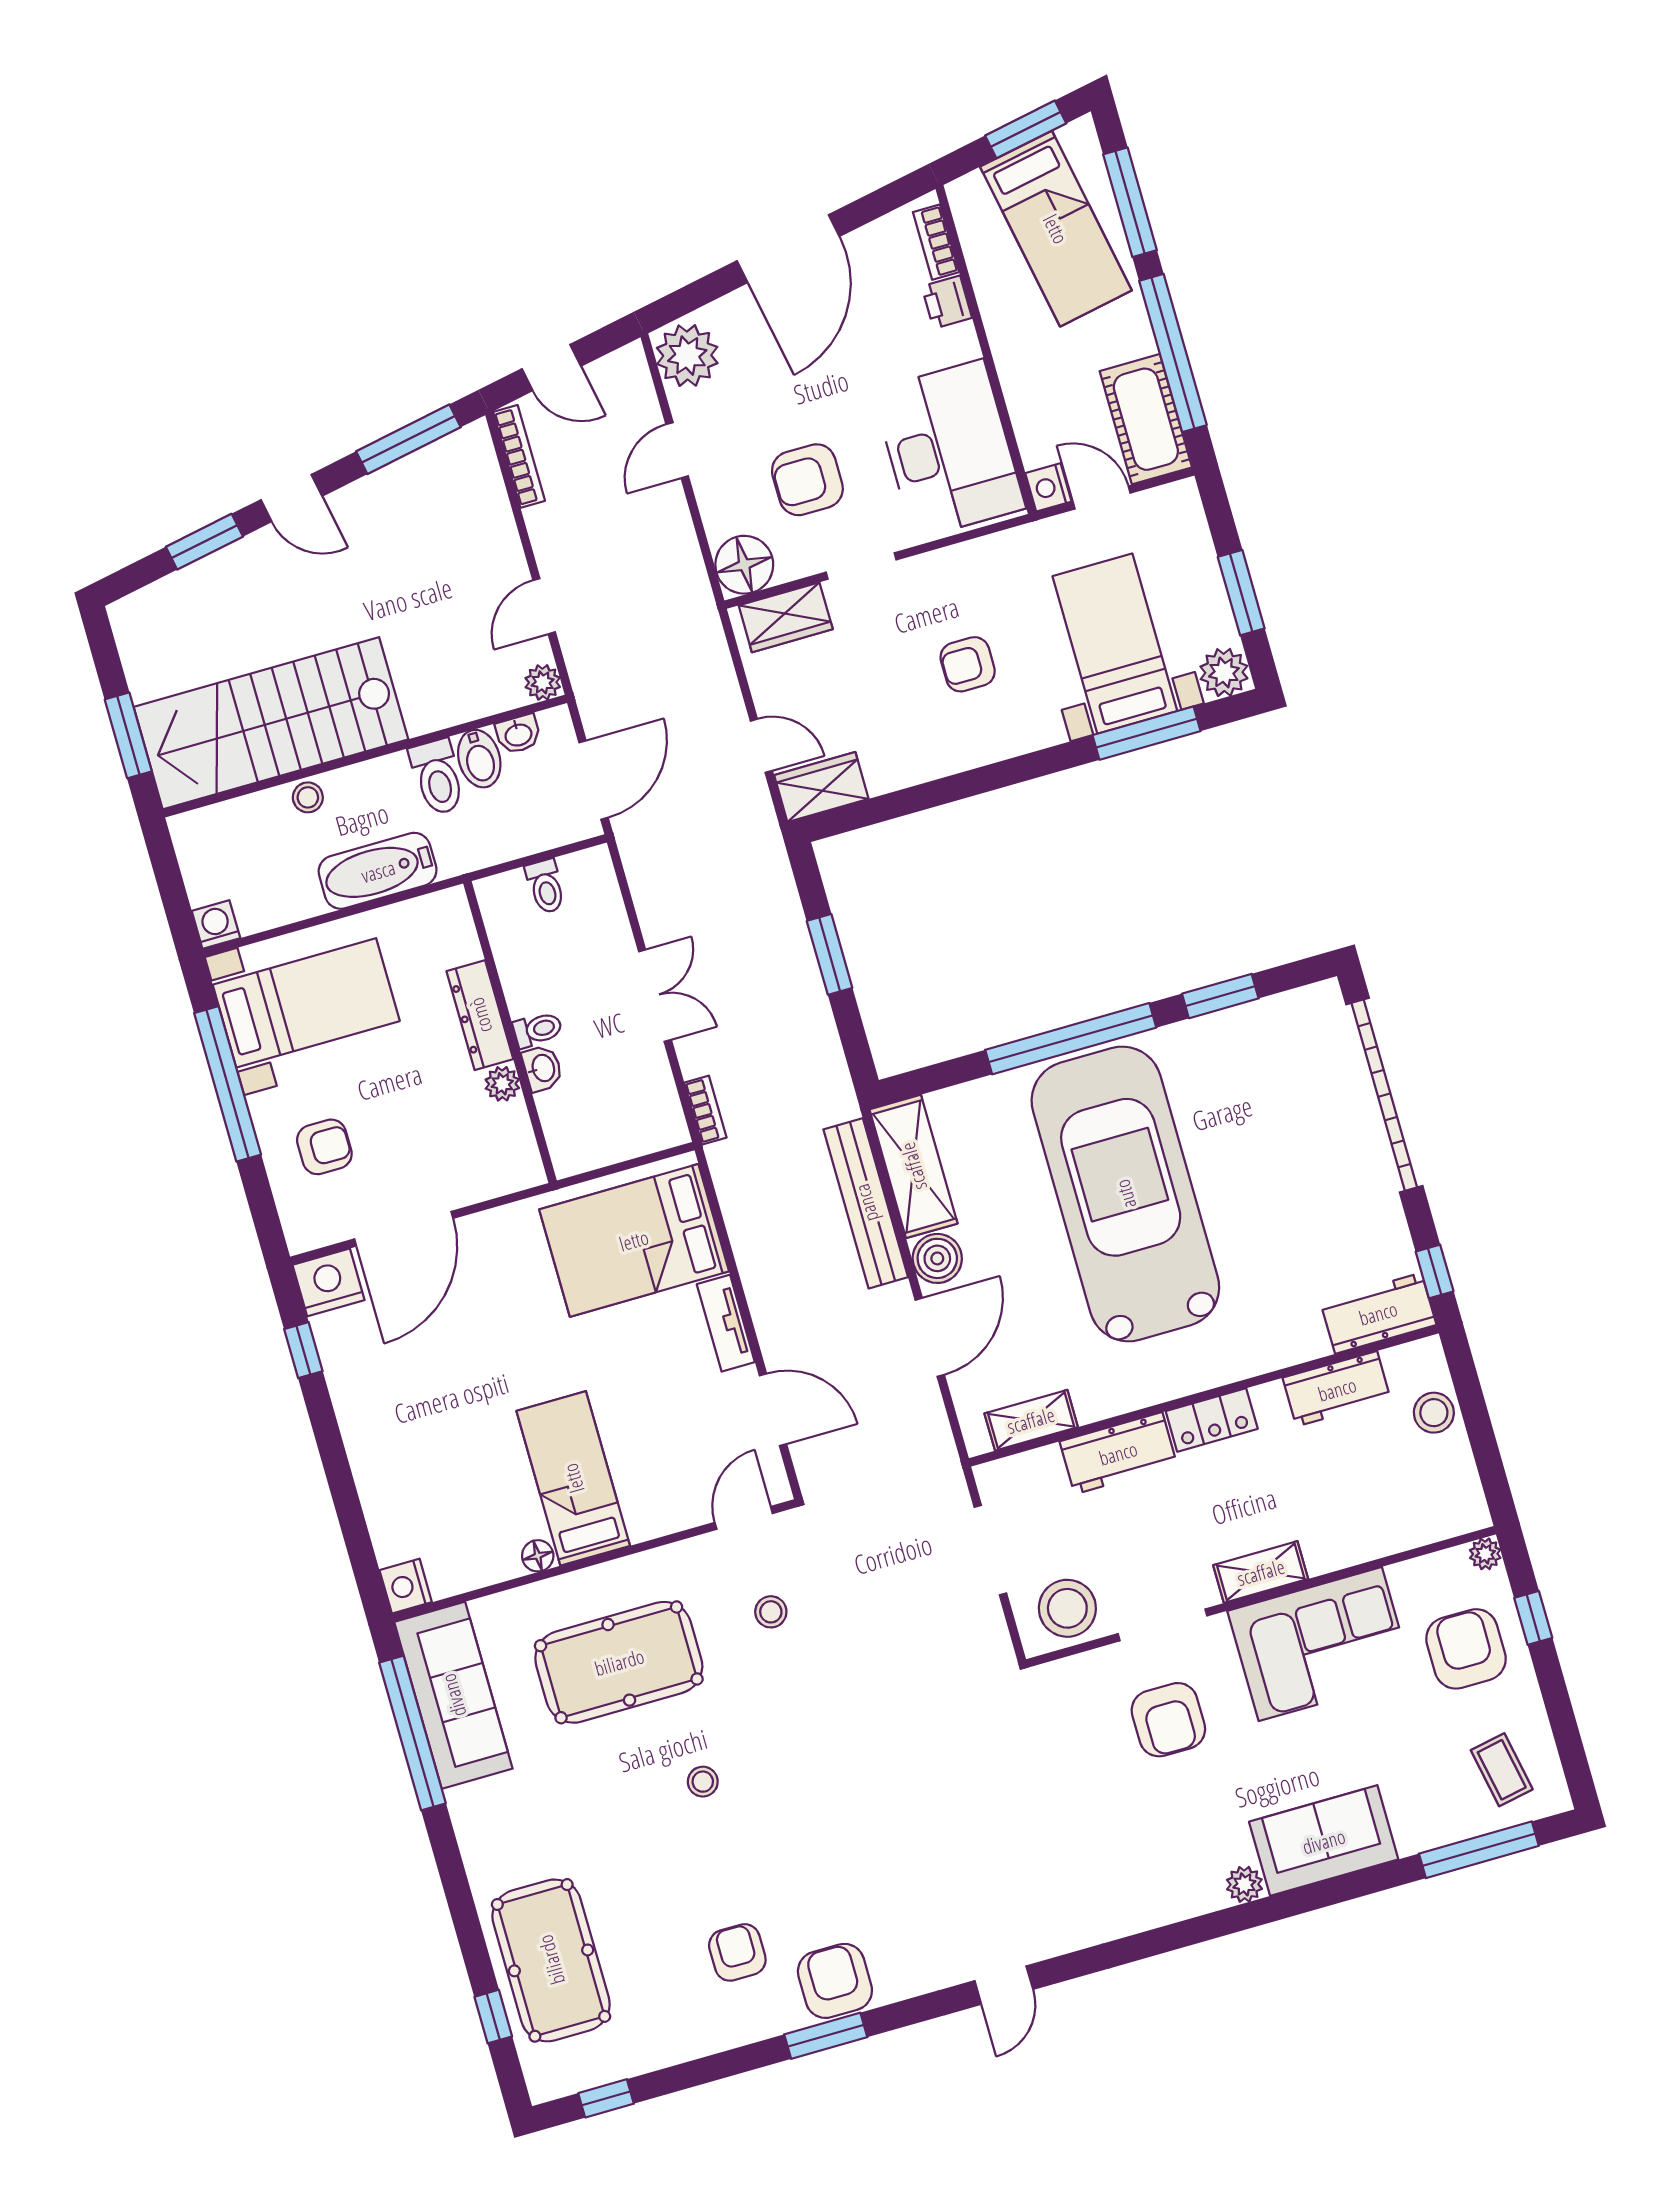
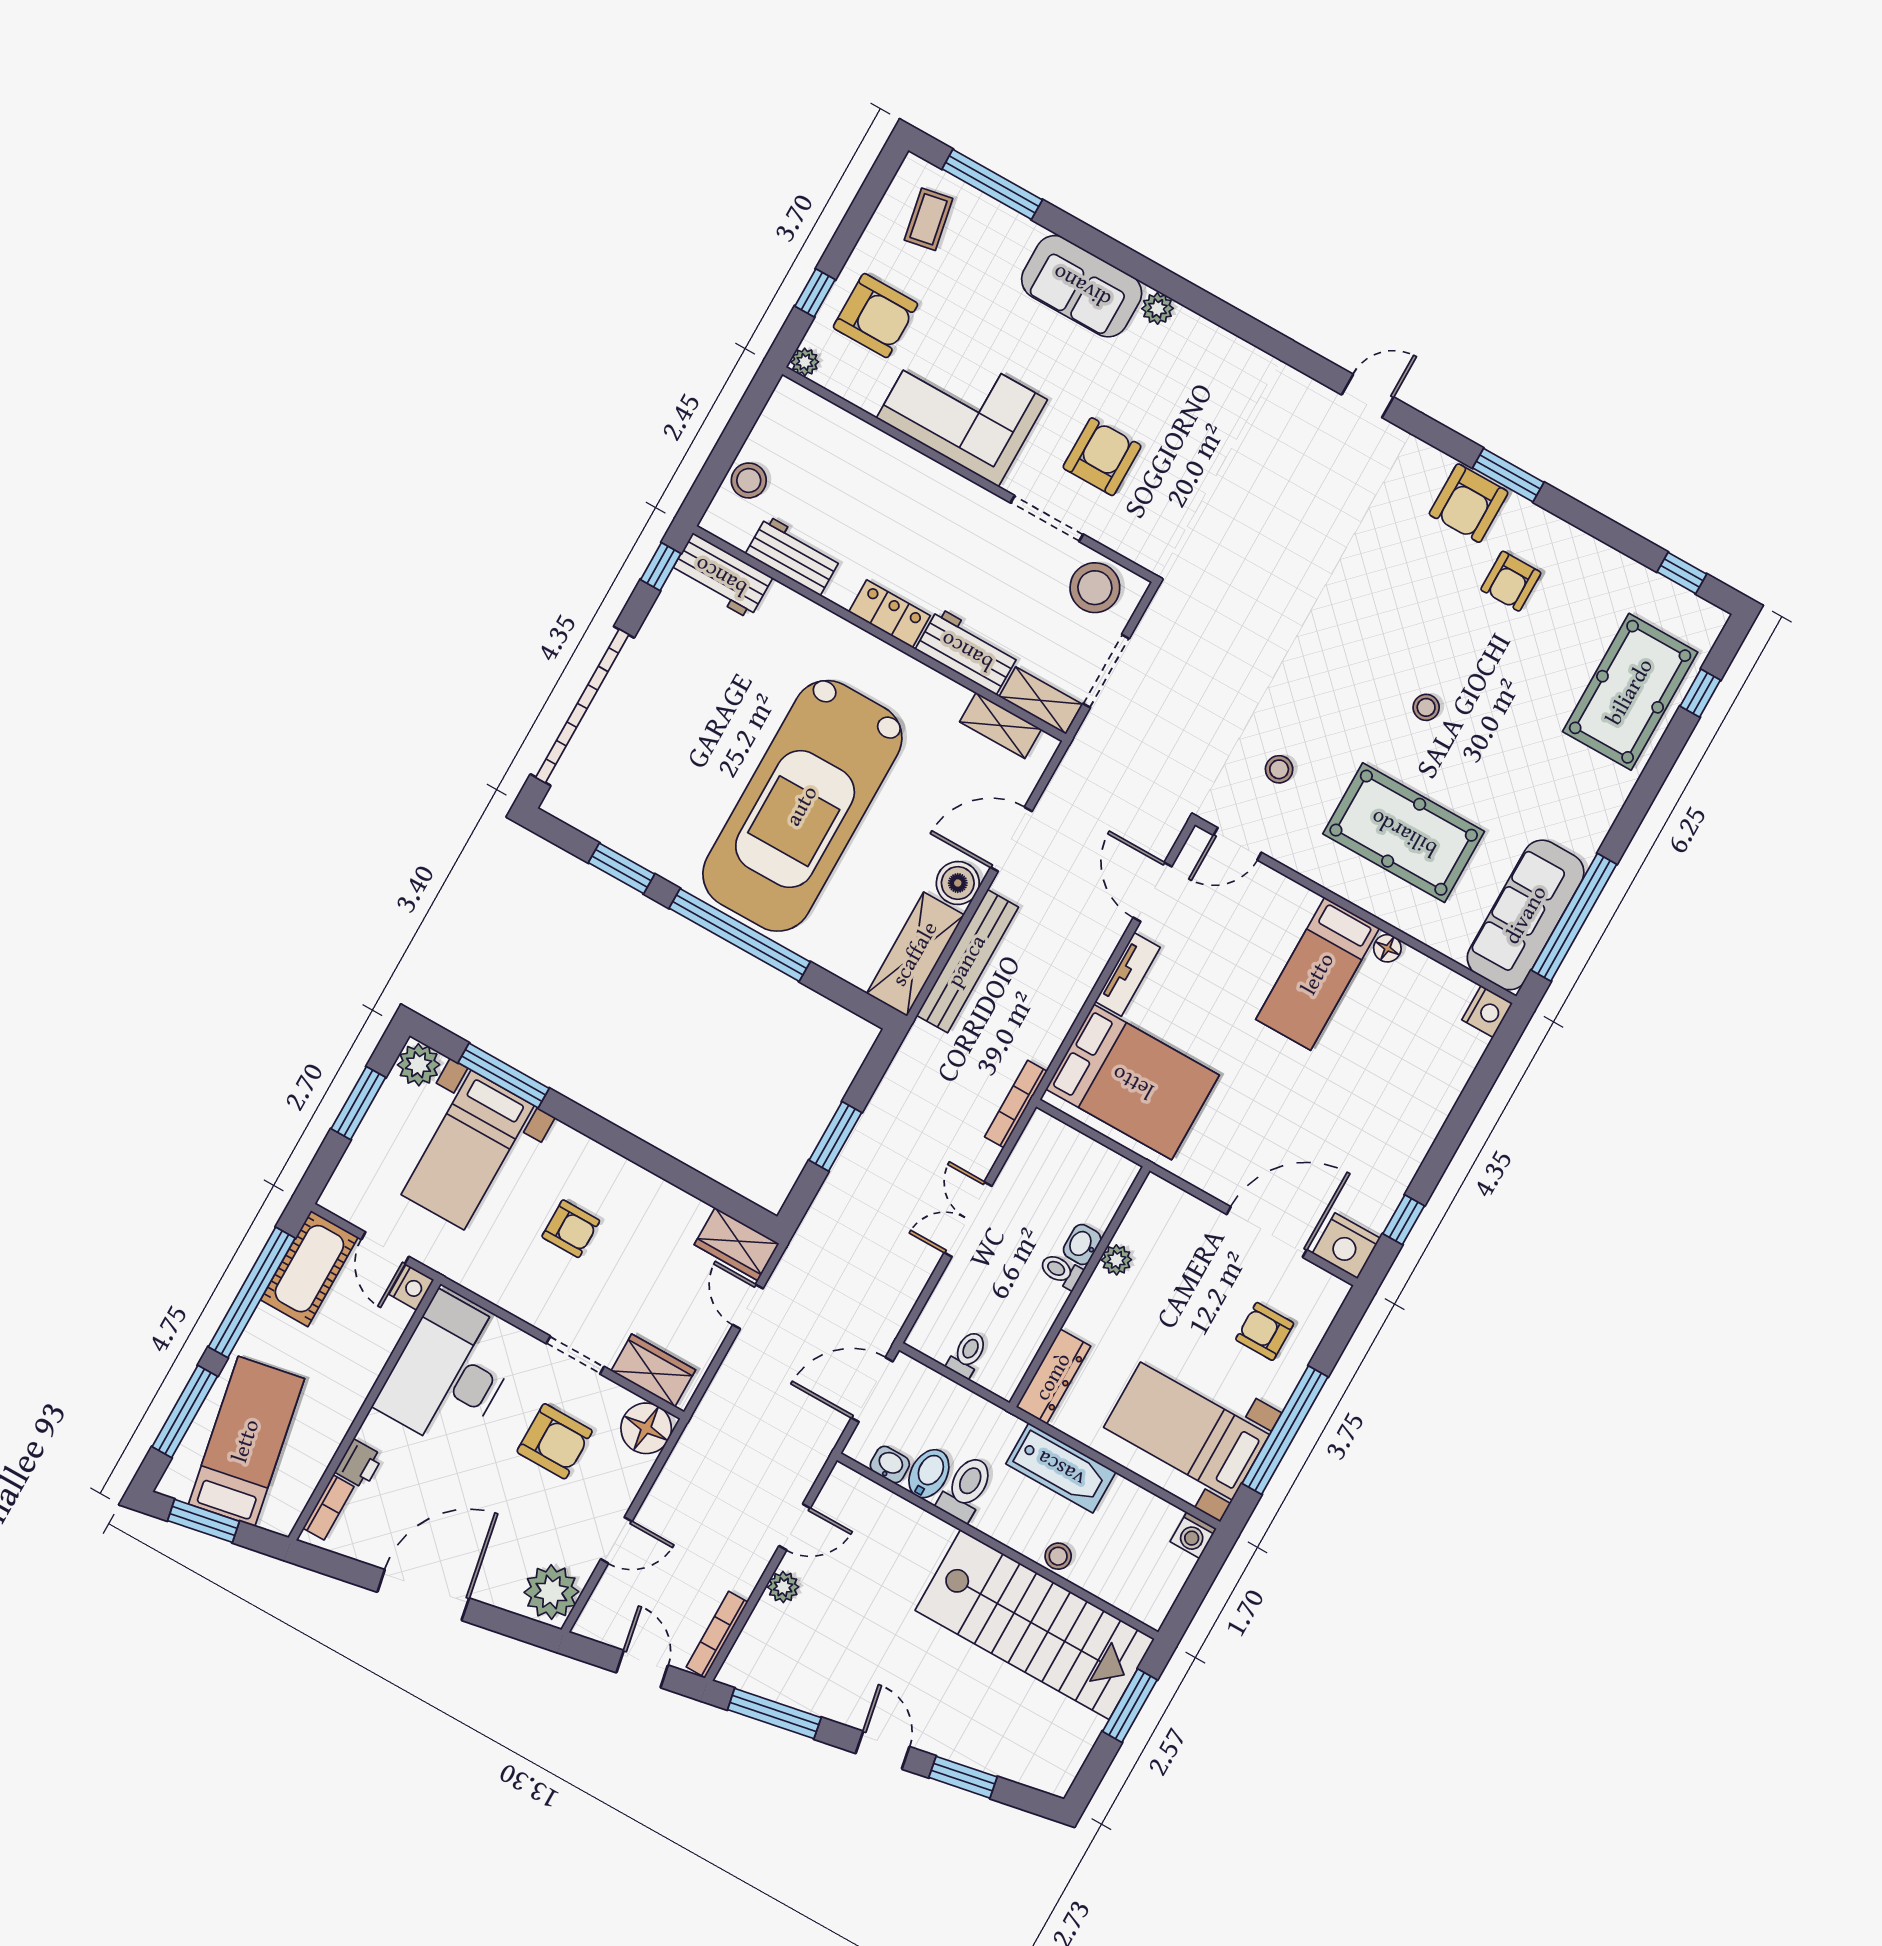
plant: (543, 682) -> (783, 1587), moved
dresser: (480, 1015) -> (1053, 1377), moved
bookcase: (705, 1110) -> (1016, 1104), width x1.56
shelving: (1261, 1572) -> (1041, 700), moved
armchair: (1466, 1649) -> (876, 316), turned -90

